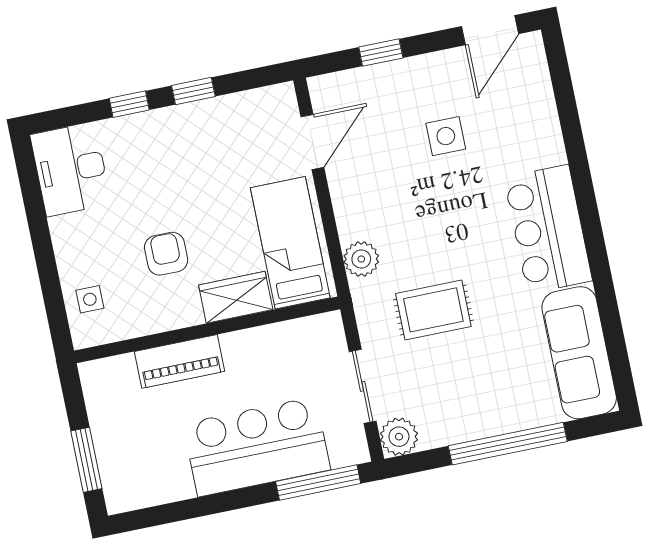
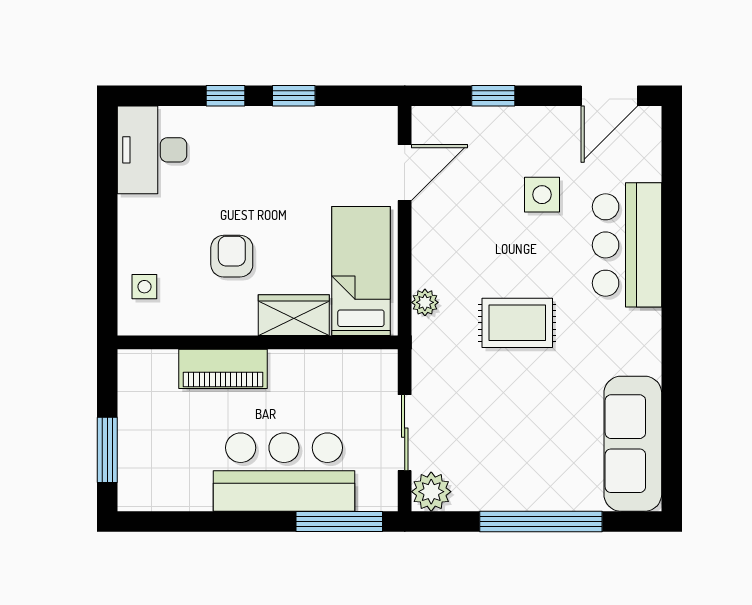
bar counter: (548, 229) -> (627, 245), moved
plant: (361, 259) -> (425, 302), width x0.73, depth x0.73
rug: (433, 310) -> (517, 323), moved

